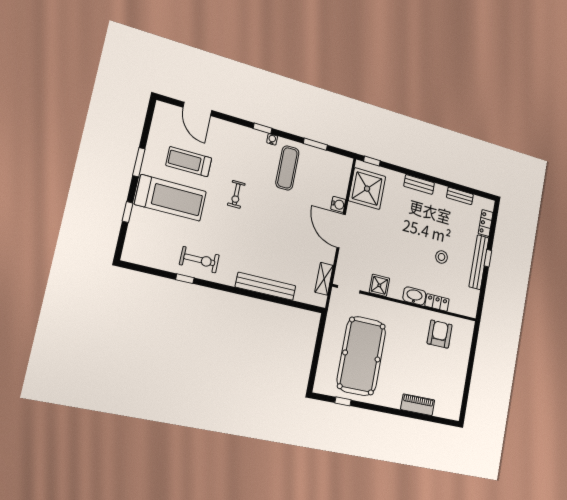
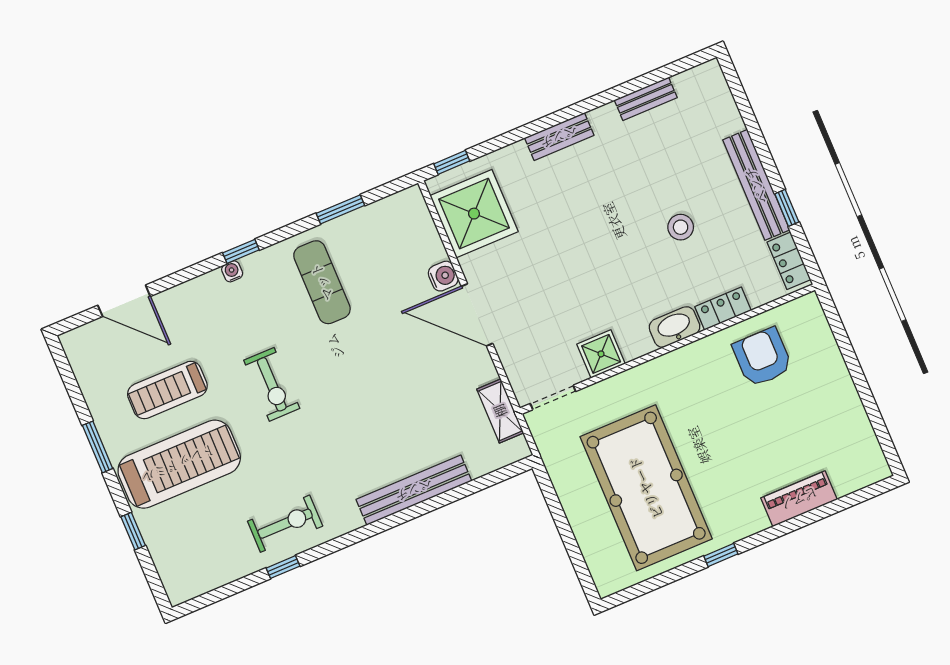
water cooler: (272, 139) -> (232, 271), moved
exercise bike: (236, 194) -> (272, 384), width x1.38, depth x1.39
locker: (486, 223) -> (789, 261), moved
window: (488, 258) -> (787, 208), moved
window: (343, 401) -> (721, 555), moved

